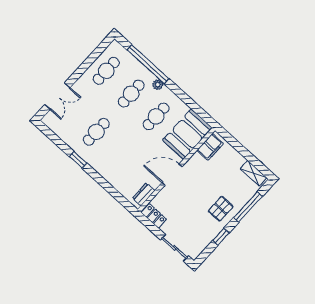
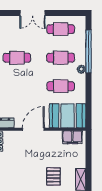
double door: (57, 96) -> (33, 13), moved
door: (172, 175) -> (33, 129), hinge flipped
pallet: (221, 209) -> (53, 176), moved, turned 90

